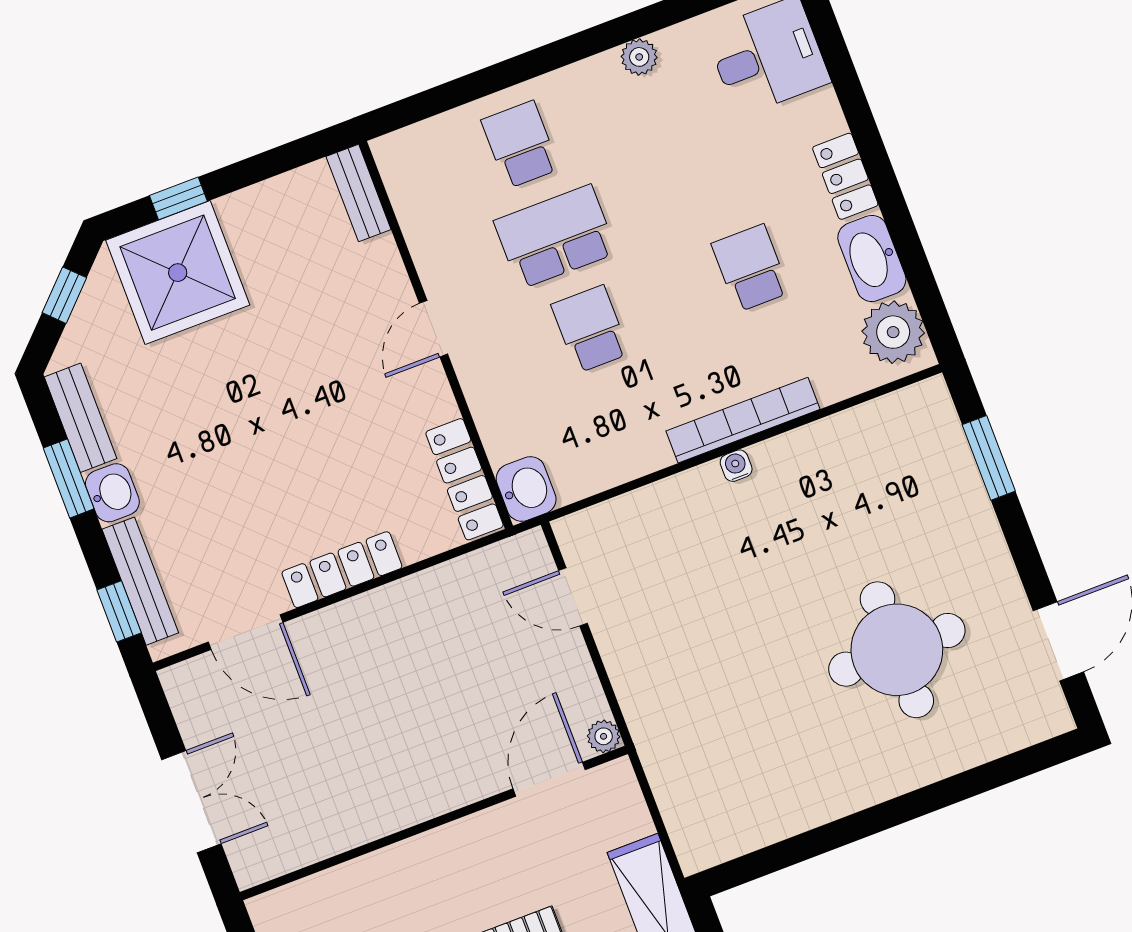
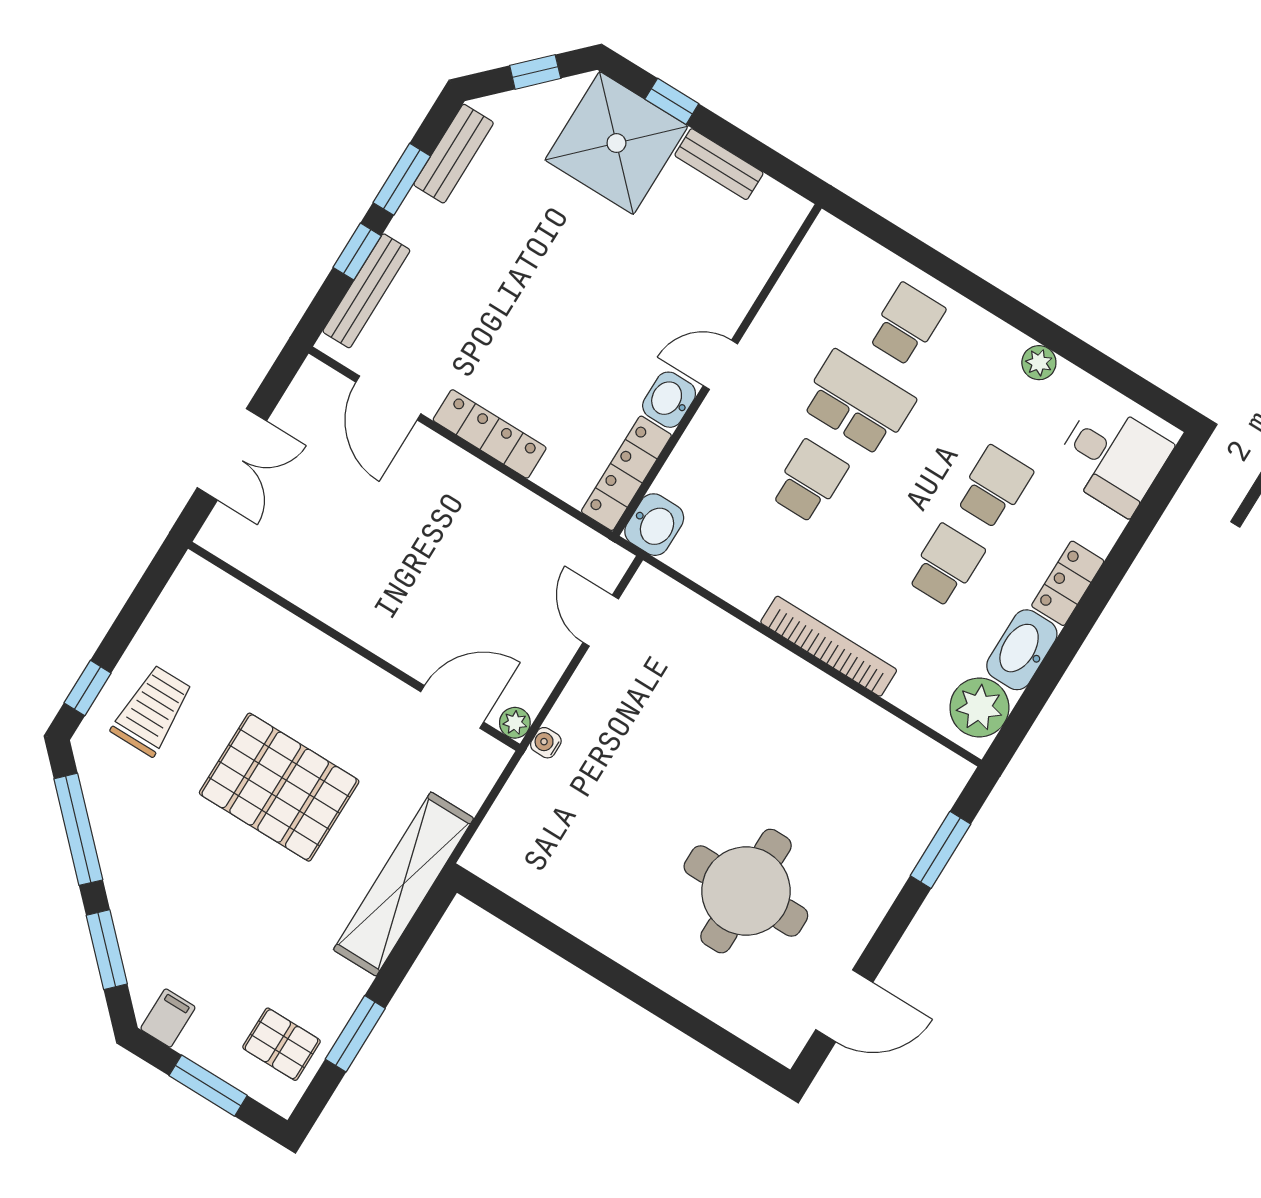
school desk: (716, 176) -> (994, 487), added
bench: (359, 193) -> (719, 164), moved, turned 90
water cooler: (736, 466) -> (546, 743), moved, turned -90
washbasin: (112, 493) -> (669, 400), moved, turned 180
window: (119, 611) -> (357, 252), moved

